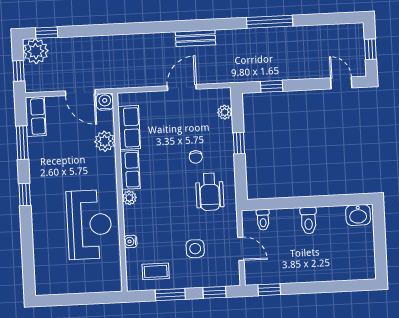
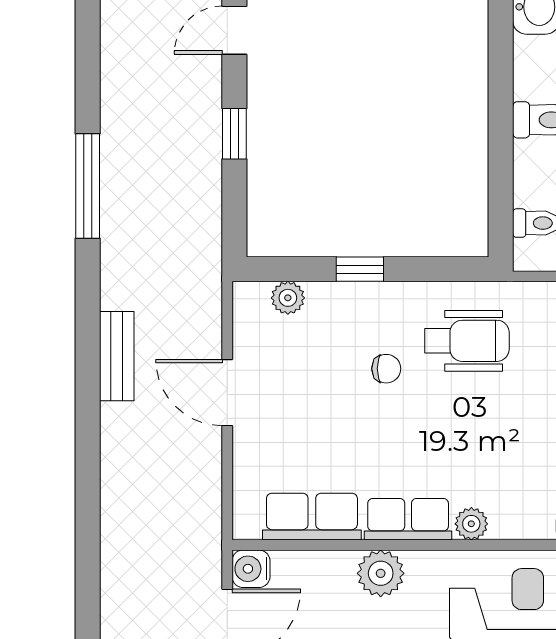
window: (272, 86) -> (234, 134), moved
plant: (105, 141) -> (381, 573), moved

